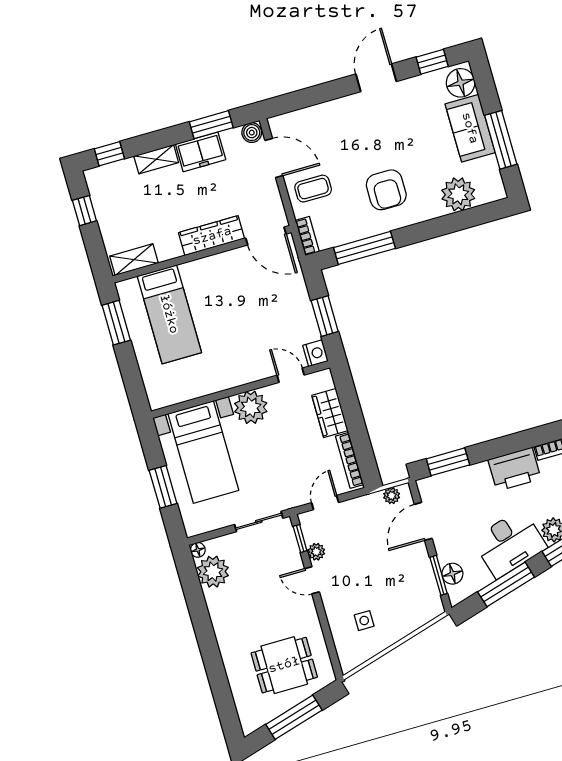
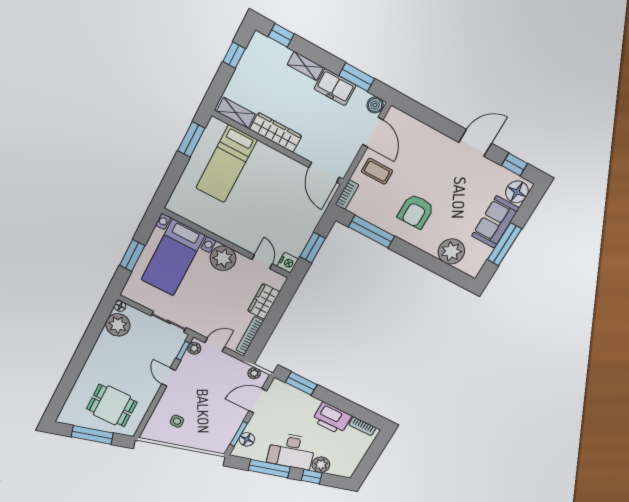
wardrobe: (212, 236) -> (276, 132), moved
plant: (316, 552) -> (194, 348), moved

